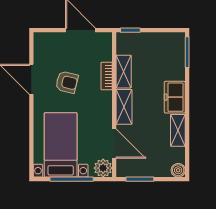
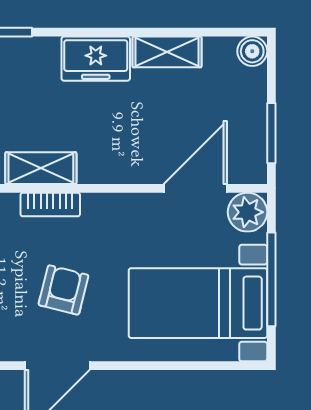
shelving: (124, 107) -> (117, 167), removed

